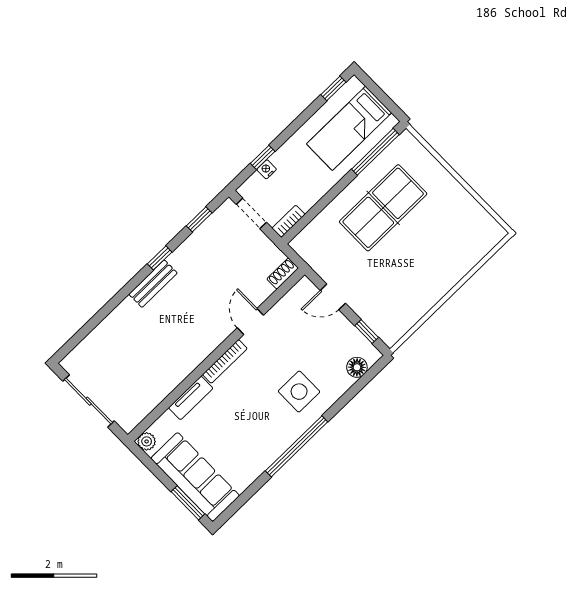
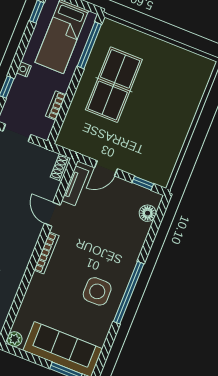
nightstand: (267, 169) -> (24, 69), moved
bookcase: (288, 221) -> (56, 105), moved
side table: (299, 392) -> (97, 291), moved
tv unit: (191, 398) -> (75, 186), moved

